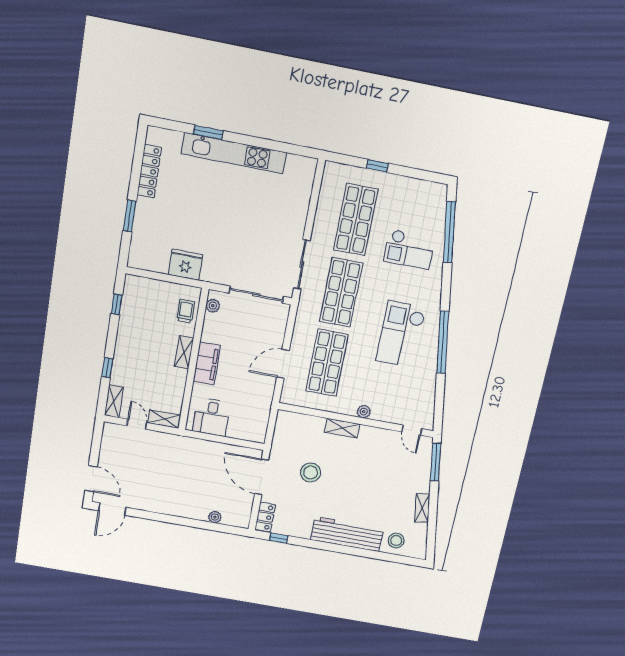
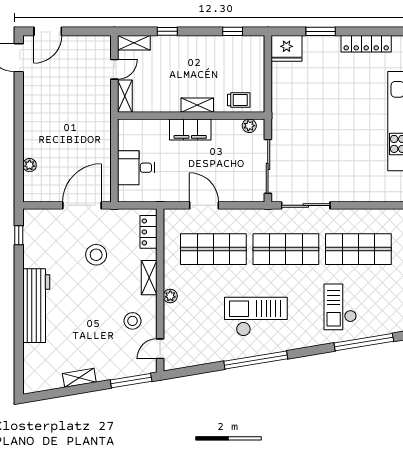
fridge: (185, 265) -> (287, 48), moved, turned 90
desk: (211, 417) -> (136, 168), moved
locker: (265, 517) -> (148, 232), moved, turned 90
stool: (396, 541) -> (132, 321), moved

